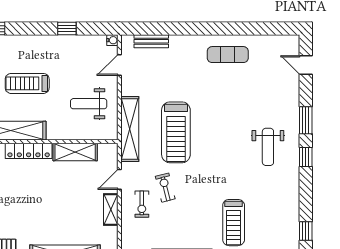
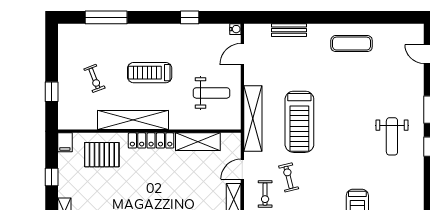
bench: (151, 41) -> (289, 30), moved
weight bench: (89, 104) -> (212, 93), turned 180

